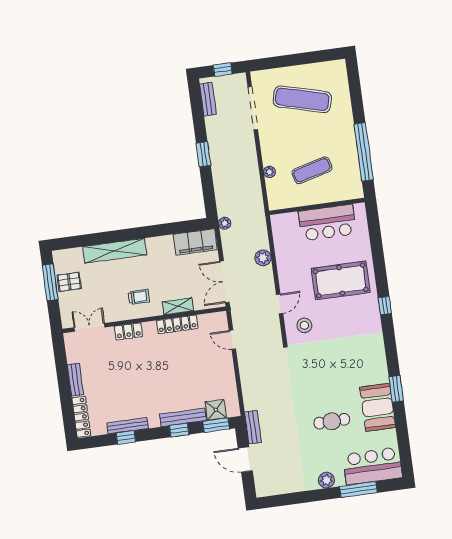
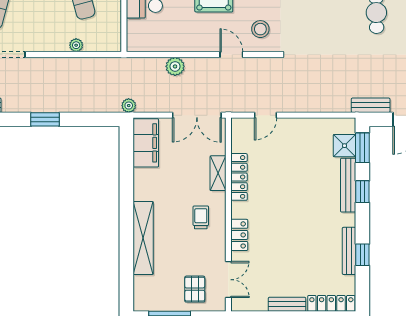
pallet: (69, 282) -> (195, 289), moved
double door: (90, 327) -> (228, 280), swing flipped

